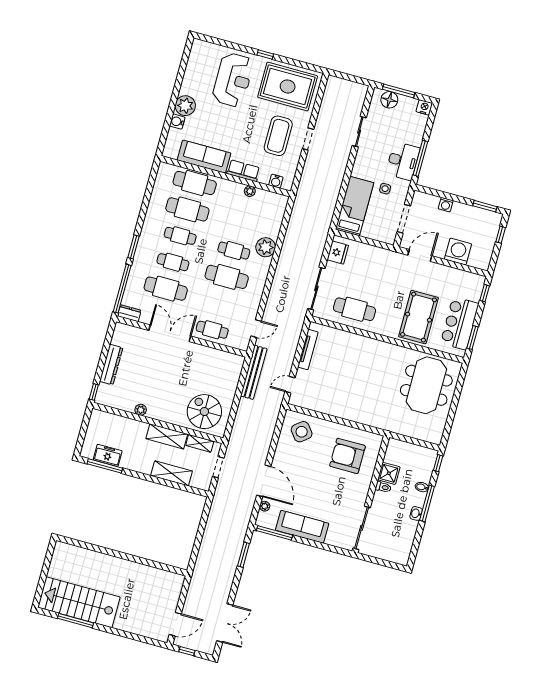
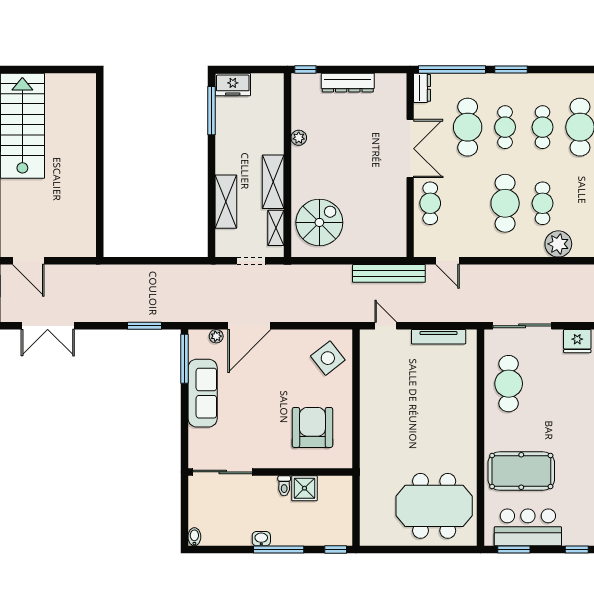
freezer: (108, 455) -> (233, 85), moved, turned 90
bidet: (422, 487) -> (194, 537), moved

